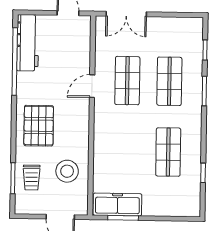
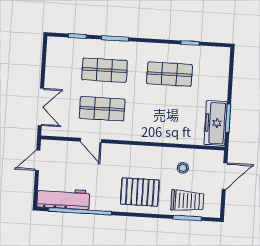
door: (92, 86) -> (91, 140), moved
stool: (67, 171) -> (183, 168), width x0.53, depth x0.53
trolley: (32, 178) -> (187, 201), width x1.36, depth x1.39

